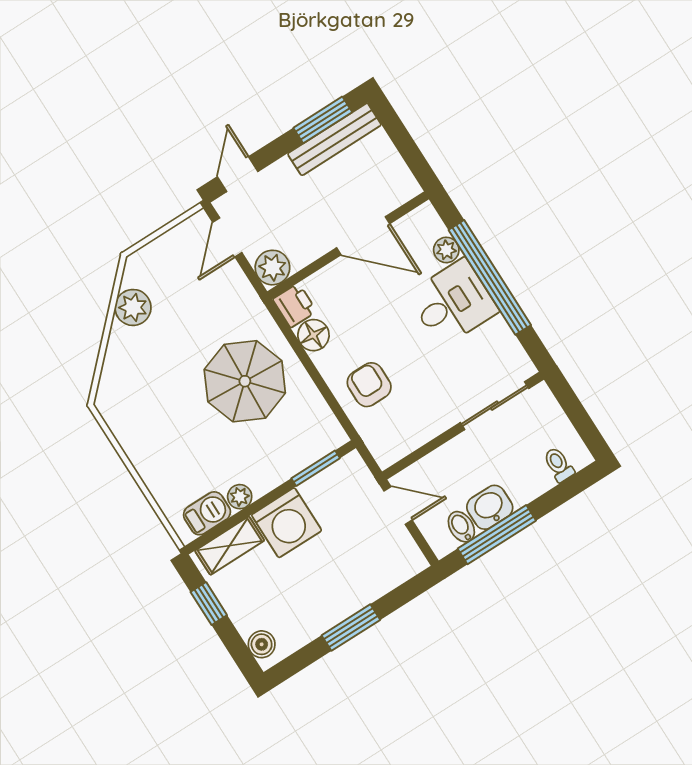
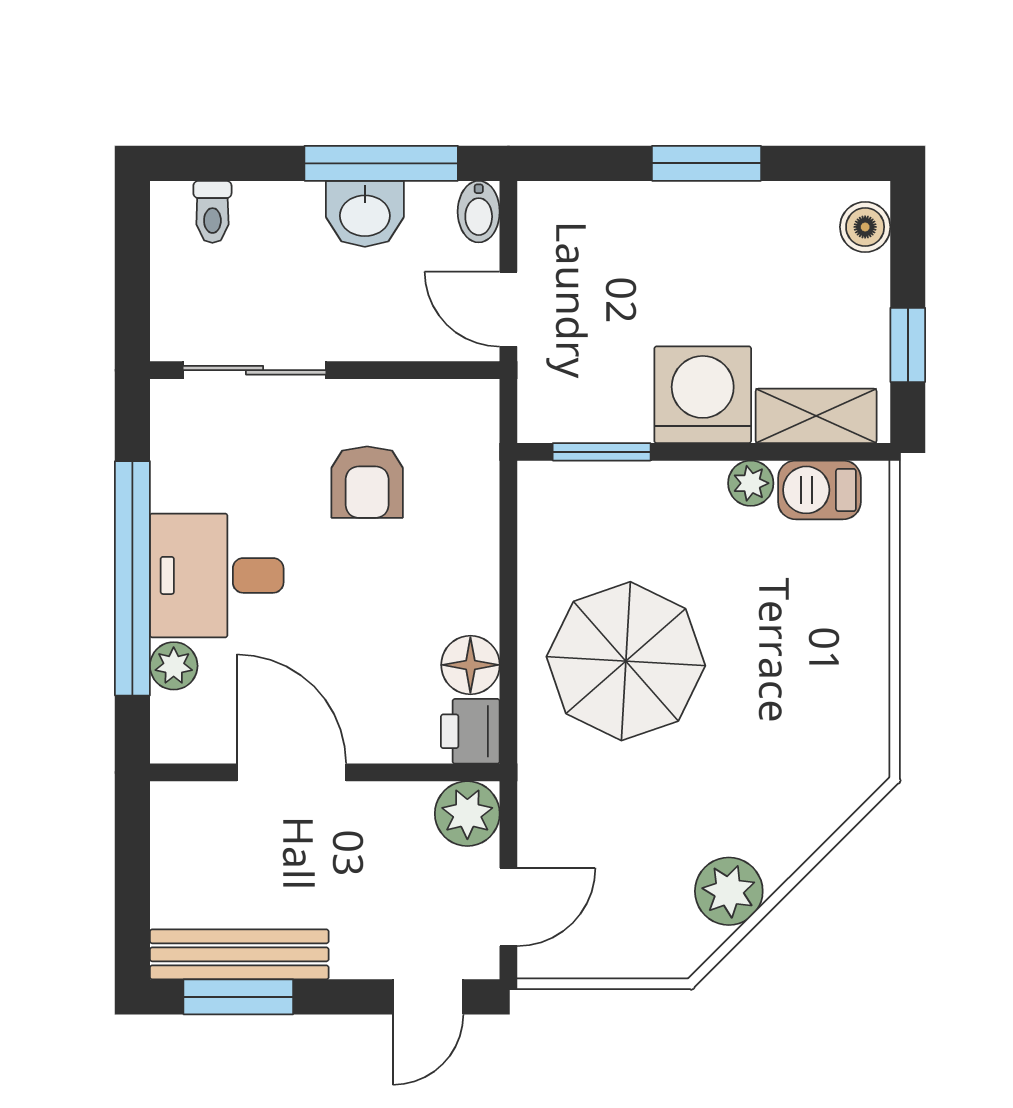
armchair: (369, 385) -> (367, 482), moved
bidet: (461, 527) -> (479, 212), moved

